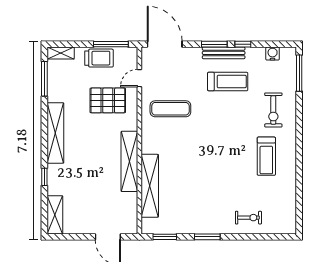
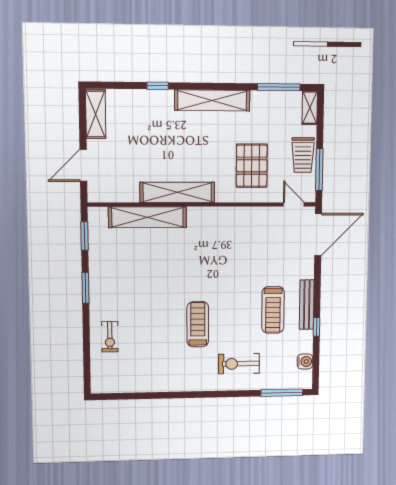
window: (214, 44) -> (317, 294), removed
door: (139, 78) -> (294, 204), moved
exercise mat: (170, 109) -> (241, 242), removed
treadmill: (266, 156) -> (198, 324), moved, turned 90
shelving: (55, 215) -> (96, 114), moved, turned 90

